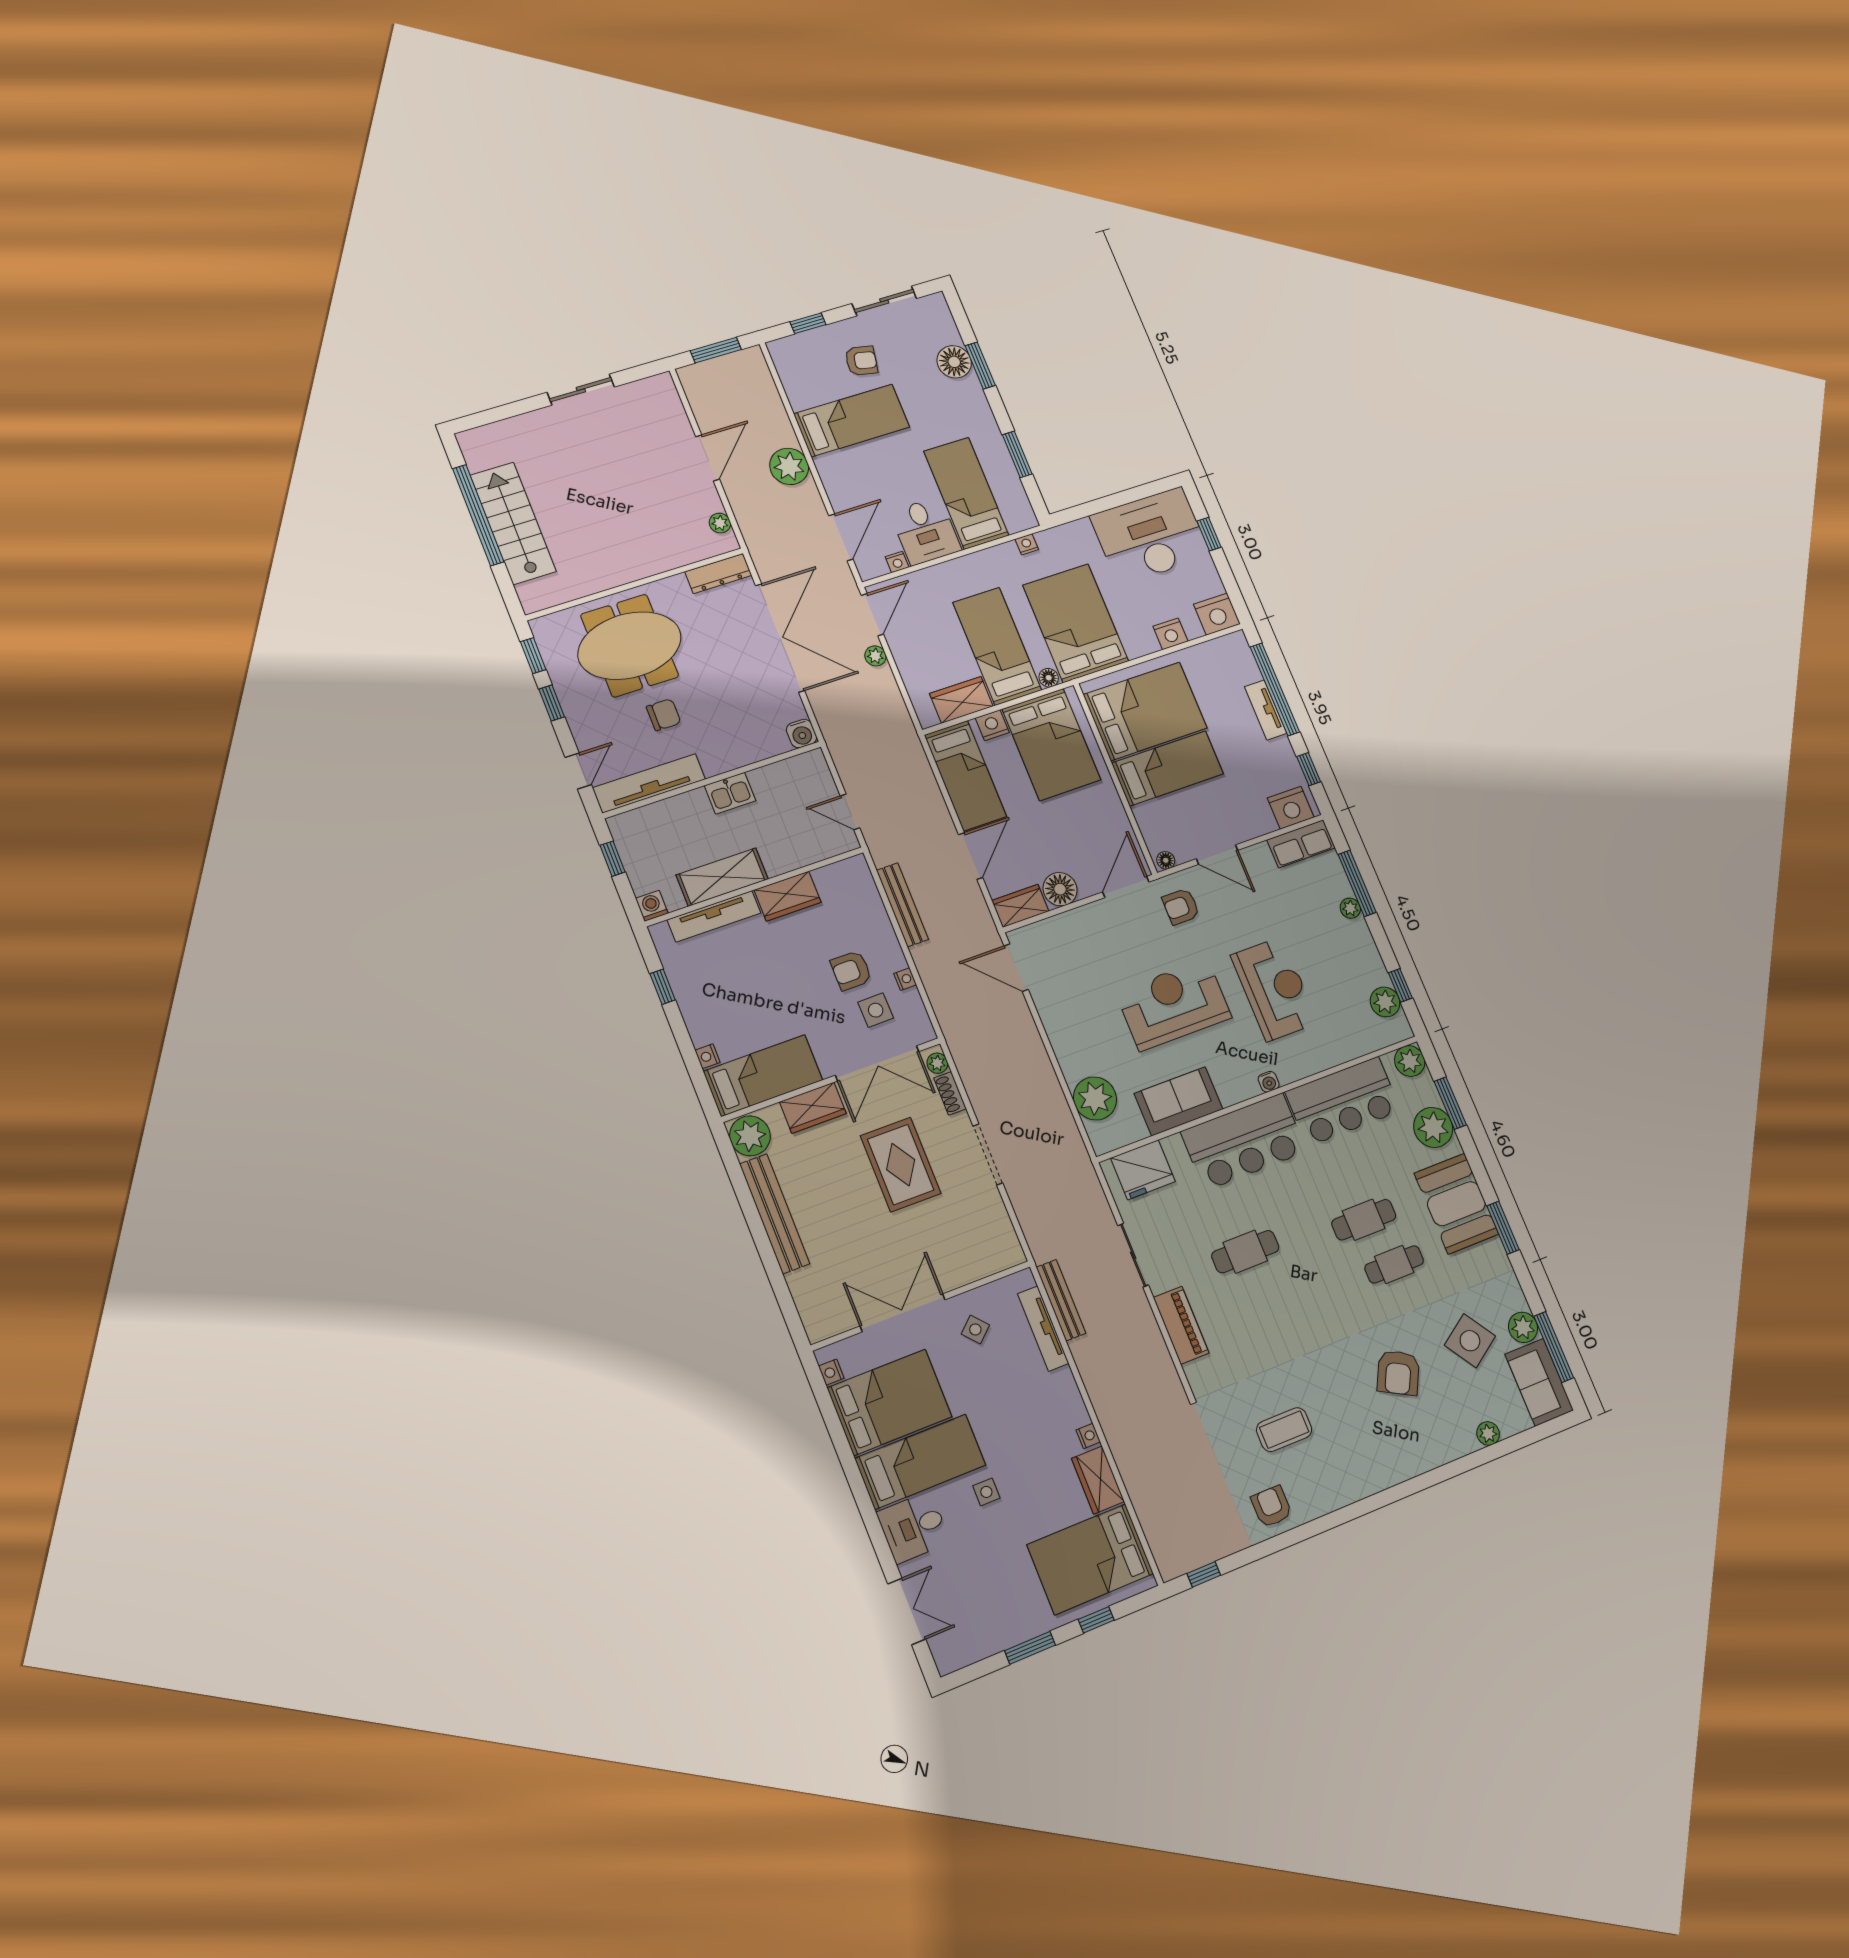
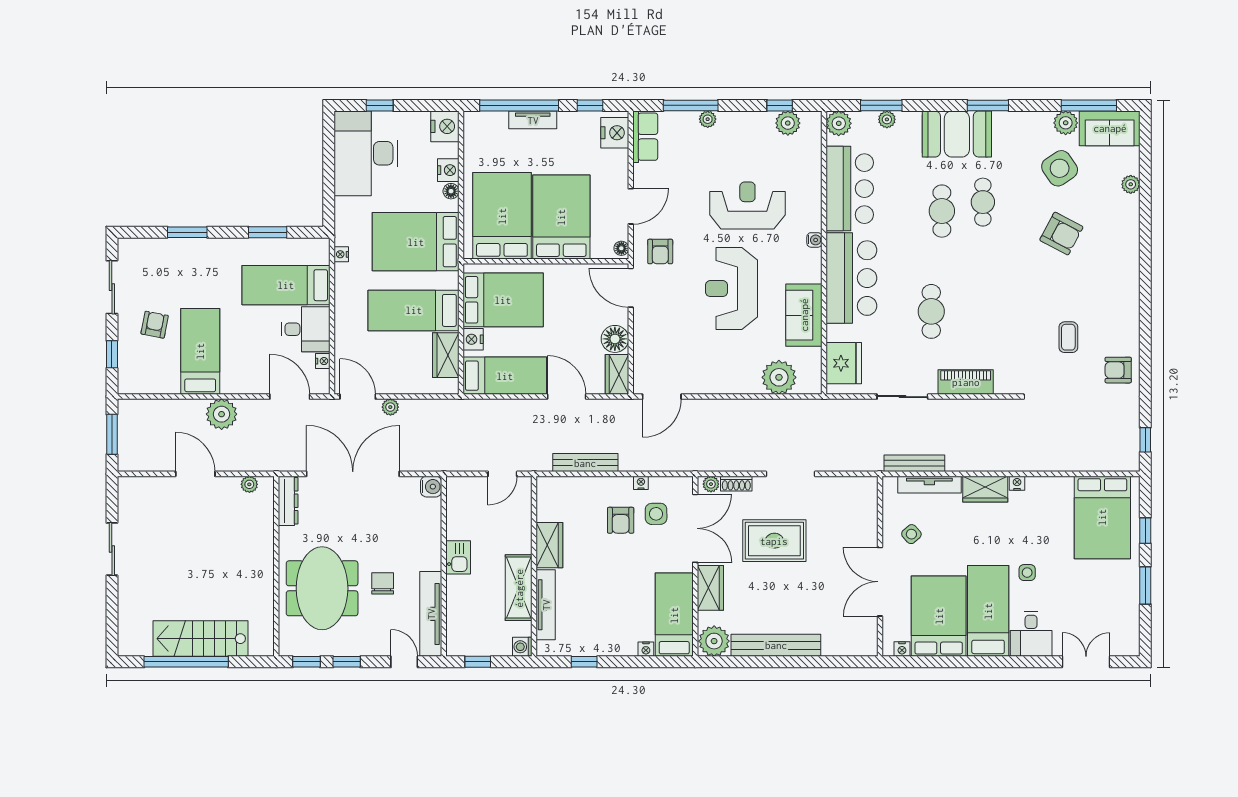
floor lamp: (954, 362) -> (178, 252), removed
floor lamp: (1049, 678) -> (451, 191), moved
bed: (1168, 768) -> (561, 217), width x1.50
plant: (1433, 1127) -> (887, 119), width x0.53, depth x0.53
coffee table: (1284, 1430) -> (1068, 337), width x0.73, depth x0.77
wardrobe: (1098, 1480) -> (985, 489), moved

